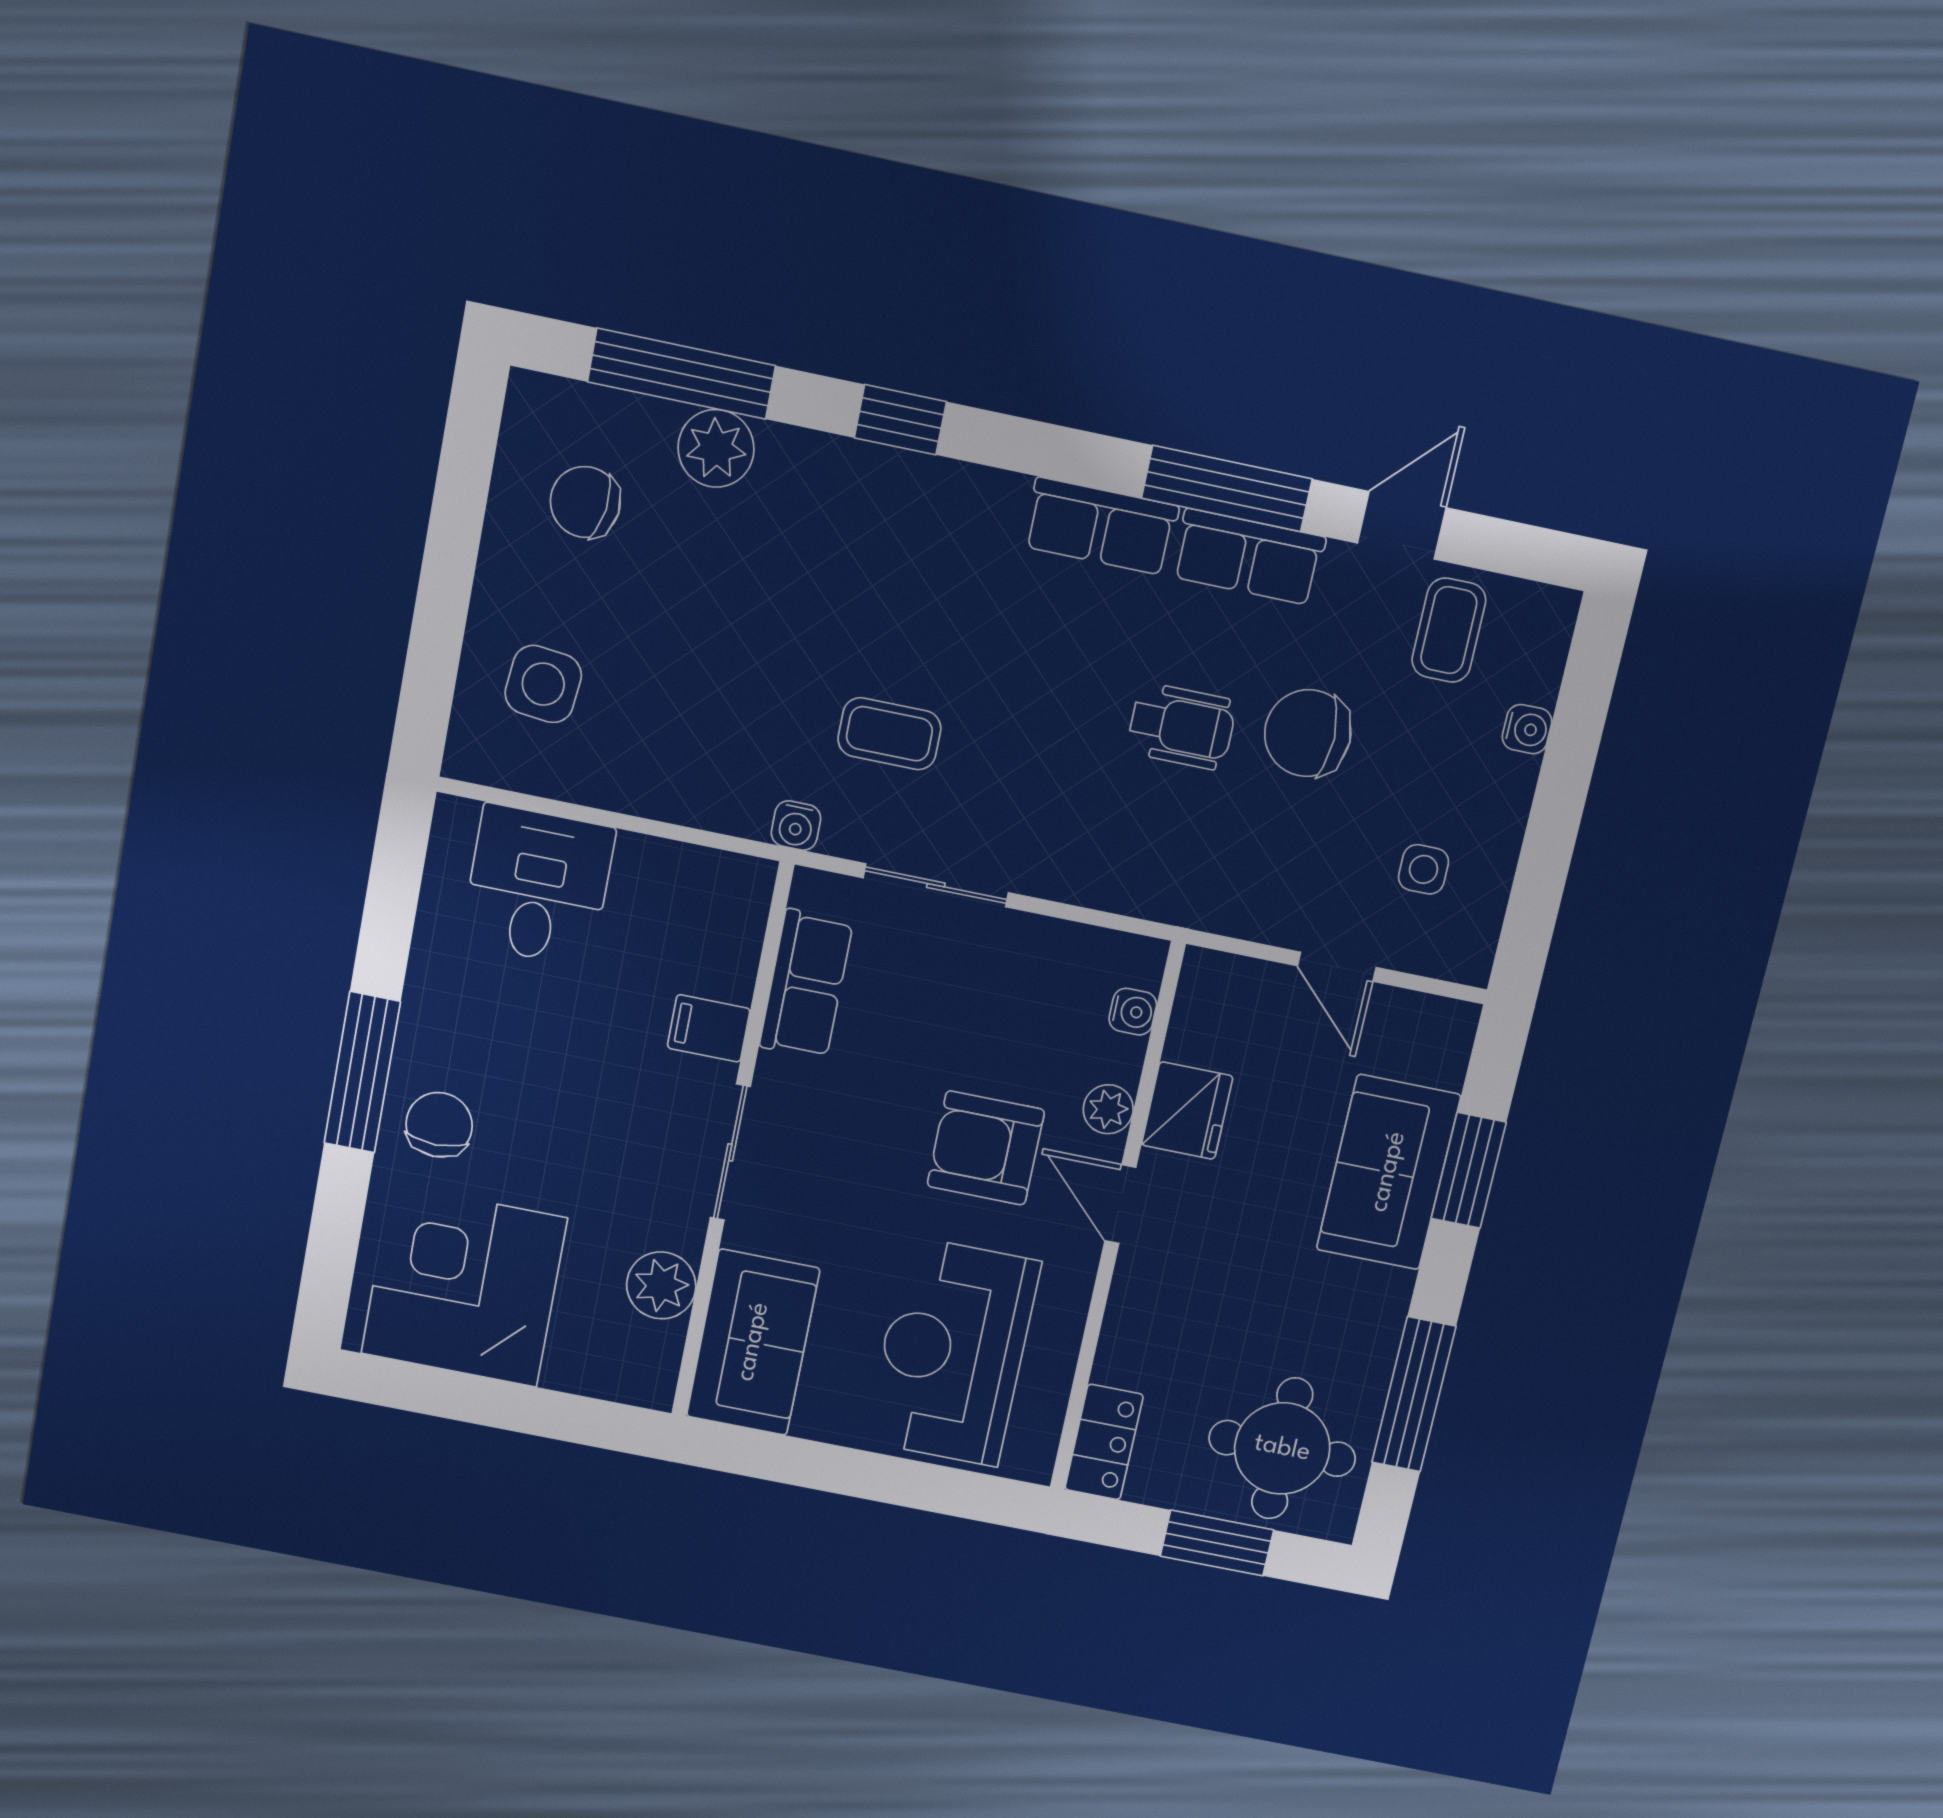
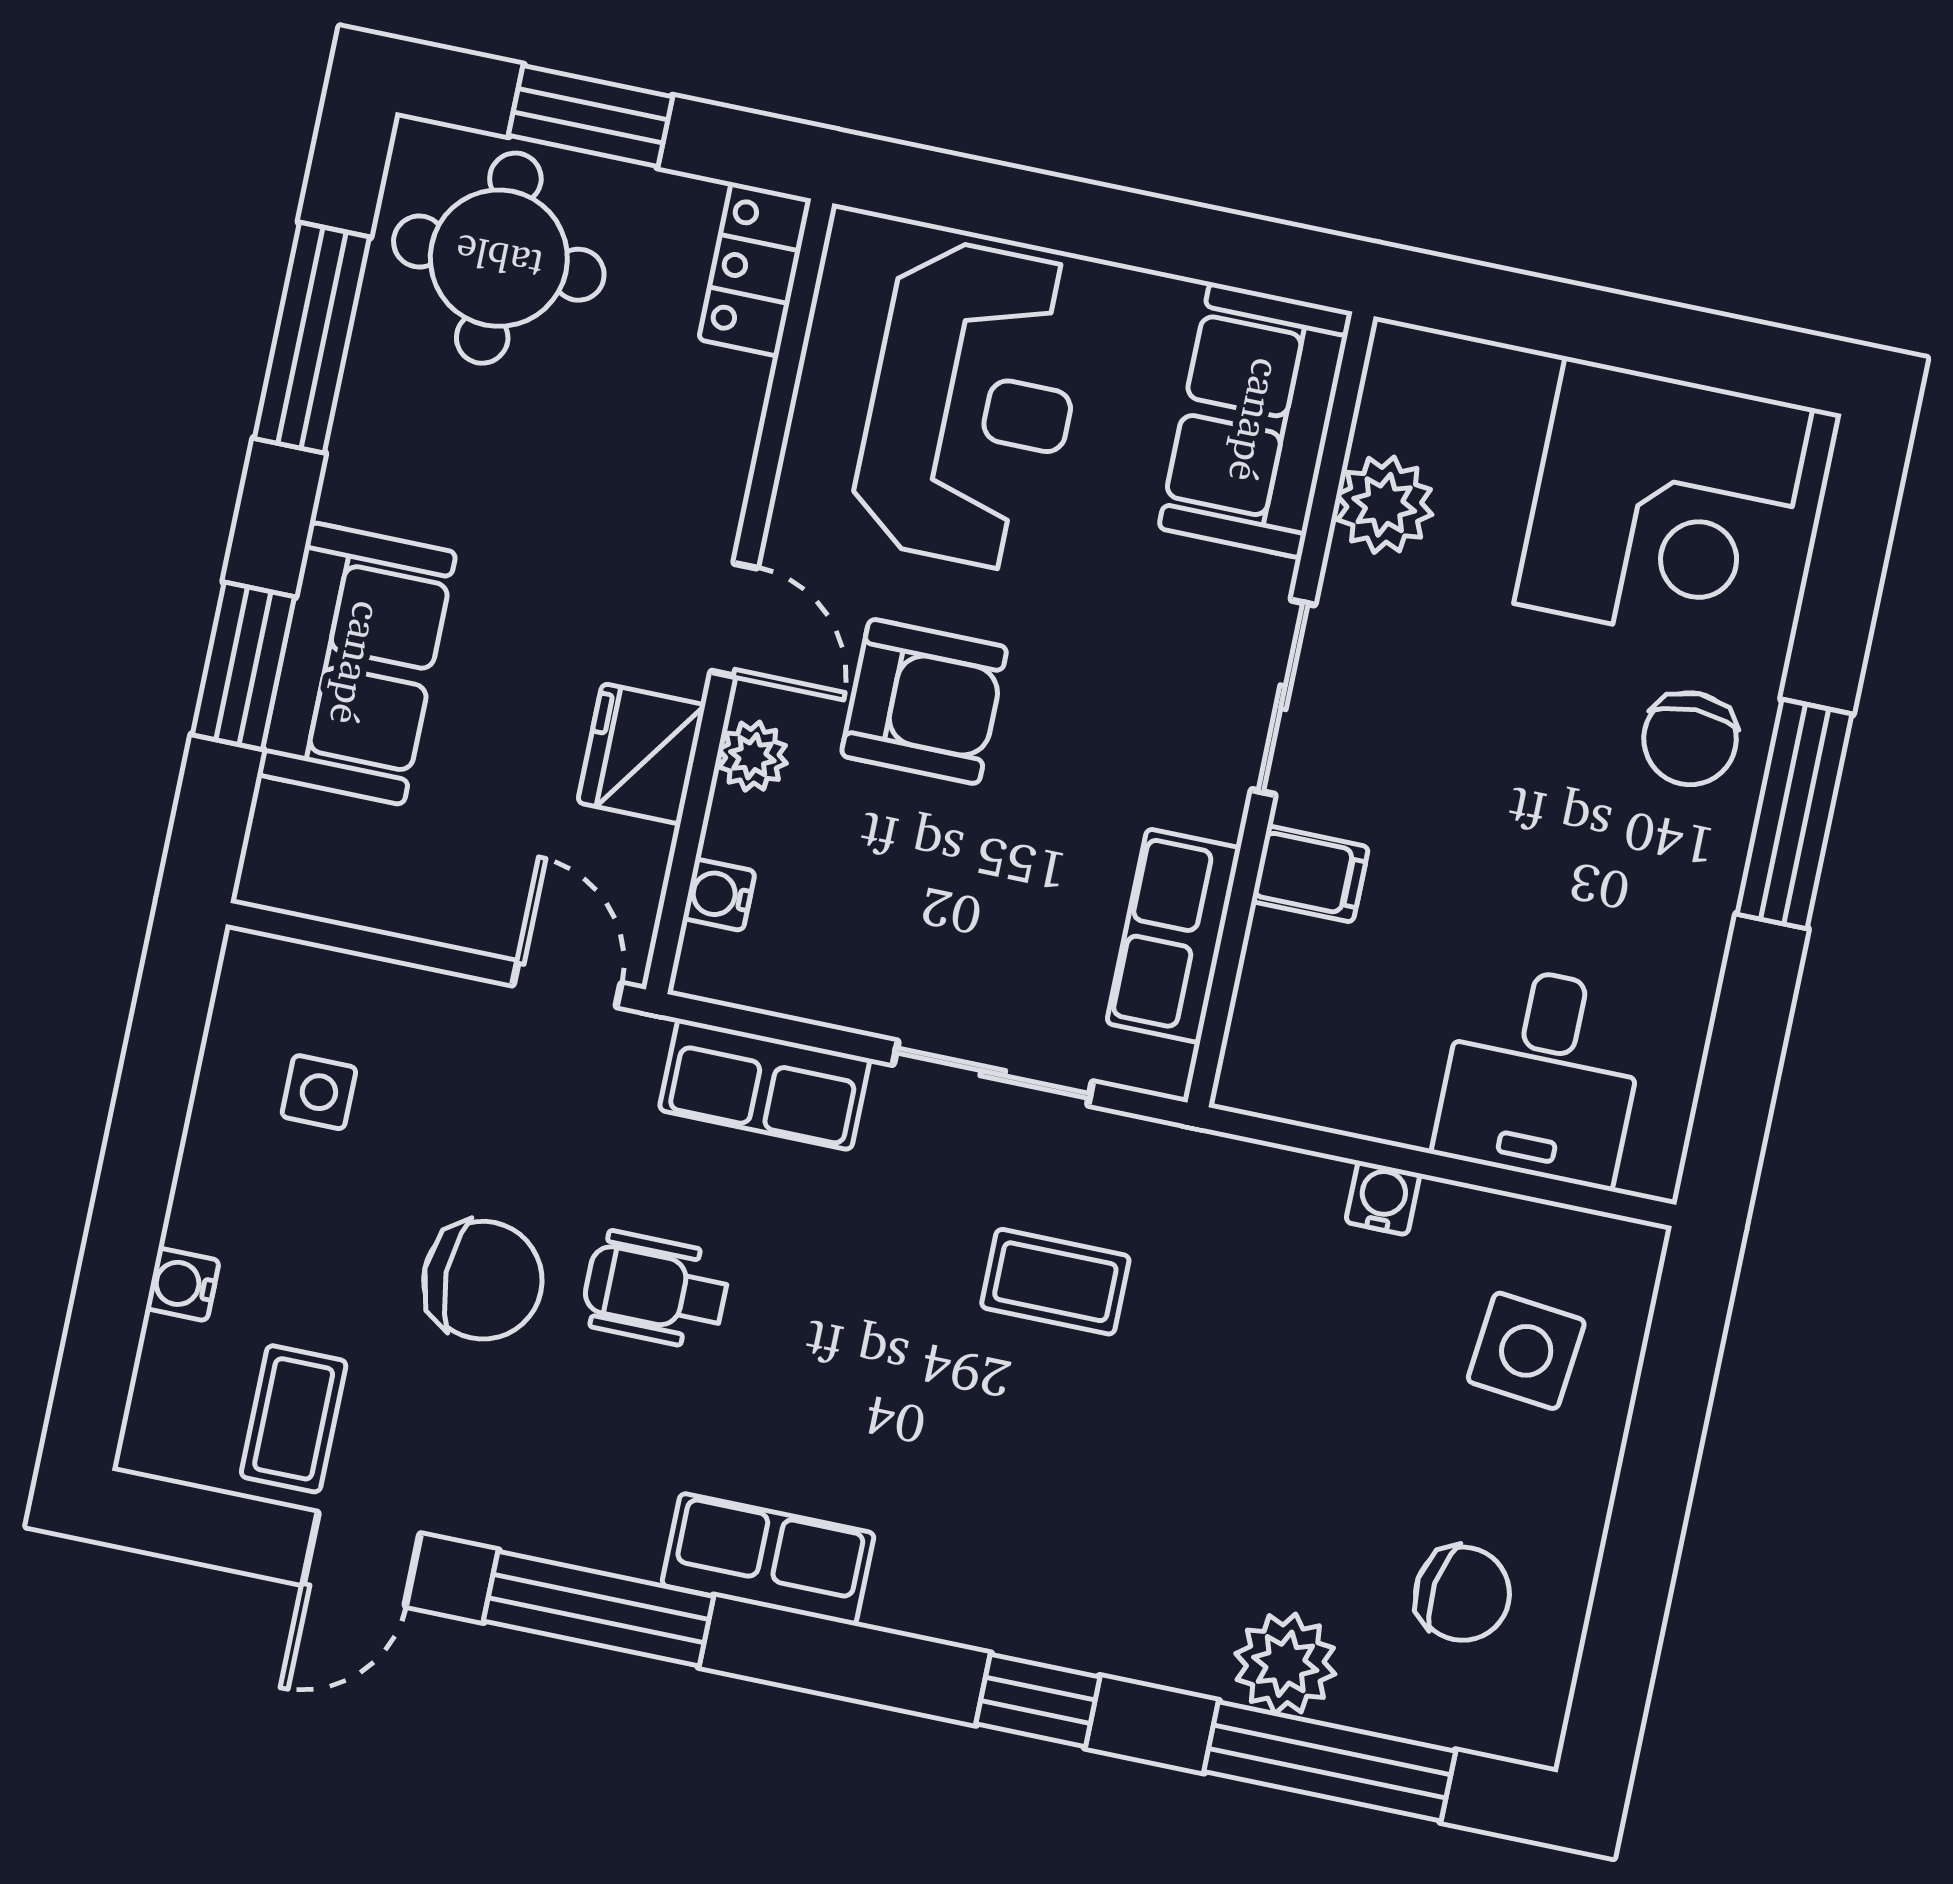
row of seats: (1249, 557) -> (765, 1084), moved, turned 180
water cooler: (796, 826) -> (1383, 1198), moved
door: (1337, 967) -> (567, 984), moved

